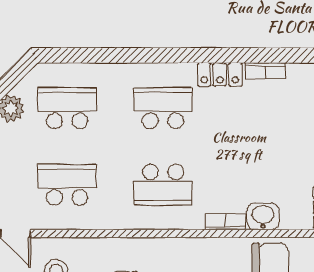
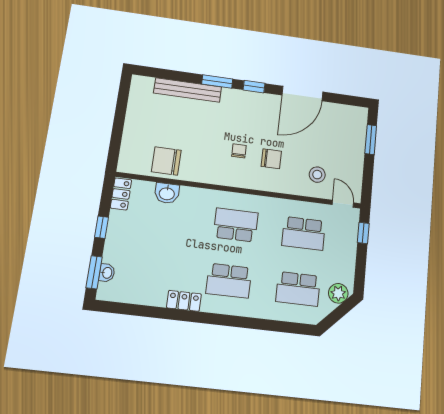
bookcase: (265, 71) -> (150, 300), removed
bookcase: (225, 222) -> (195, 193), removed

